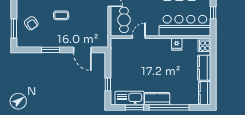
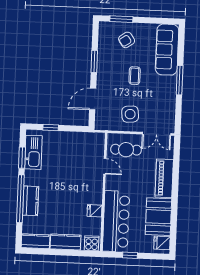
side table: (94, 18) -> (130, 114), added
kitchen counter: (157, 99) -> (31, 201), moved

